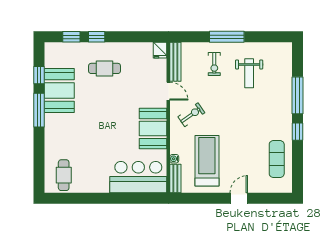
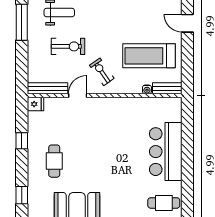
window: (97, 37) -> (22, 141), moved
window: (227, 37) -> (22, 22), moved
exercise bike: (214, 64) -> (68, 46), moved, width x1.38, depth x1.39
booth: (153, 129) -> (116, 111), removed
bar counter: (138, 177) -> (166, 152), moved

